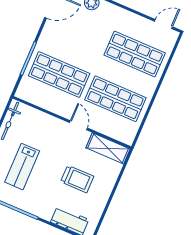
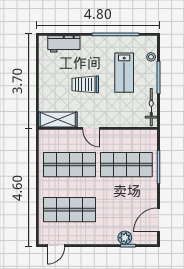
lab bench: (22, 167) -> (124, 73), turned 180
trolley: (77, 179) -> (85, 84), moved

